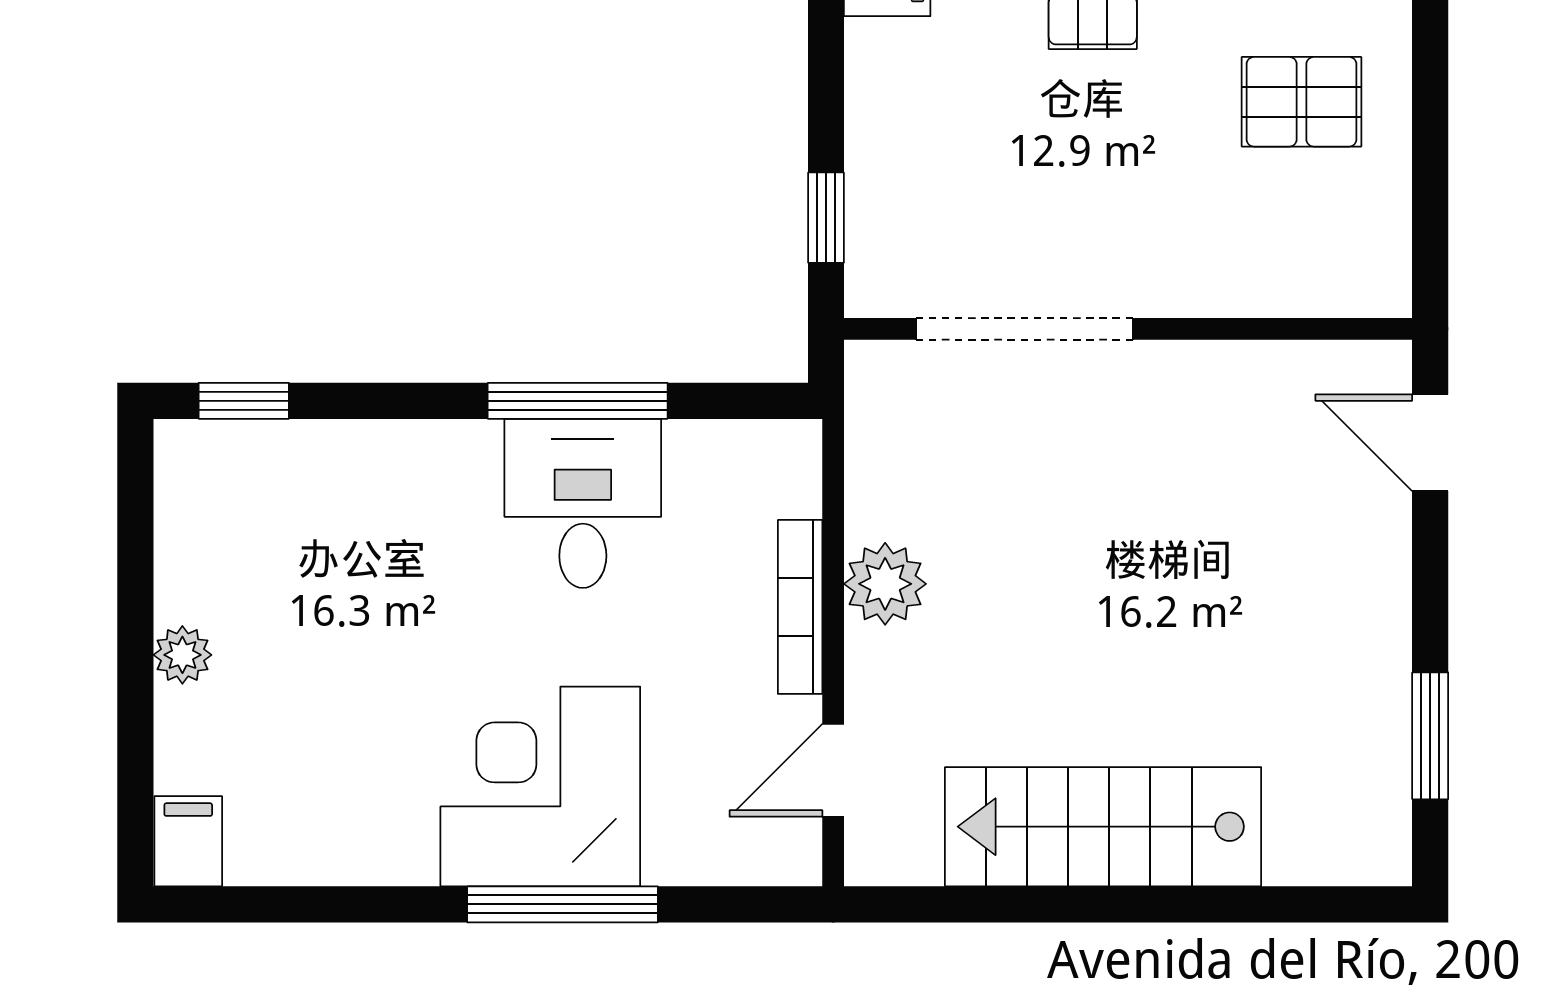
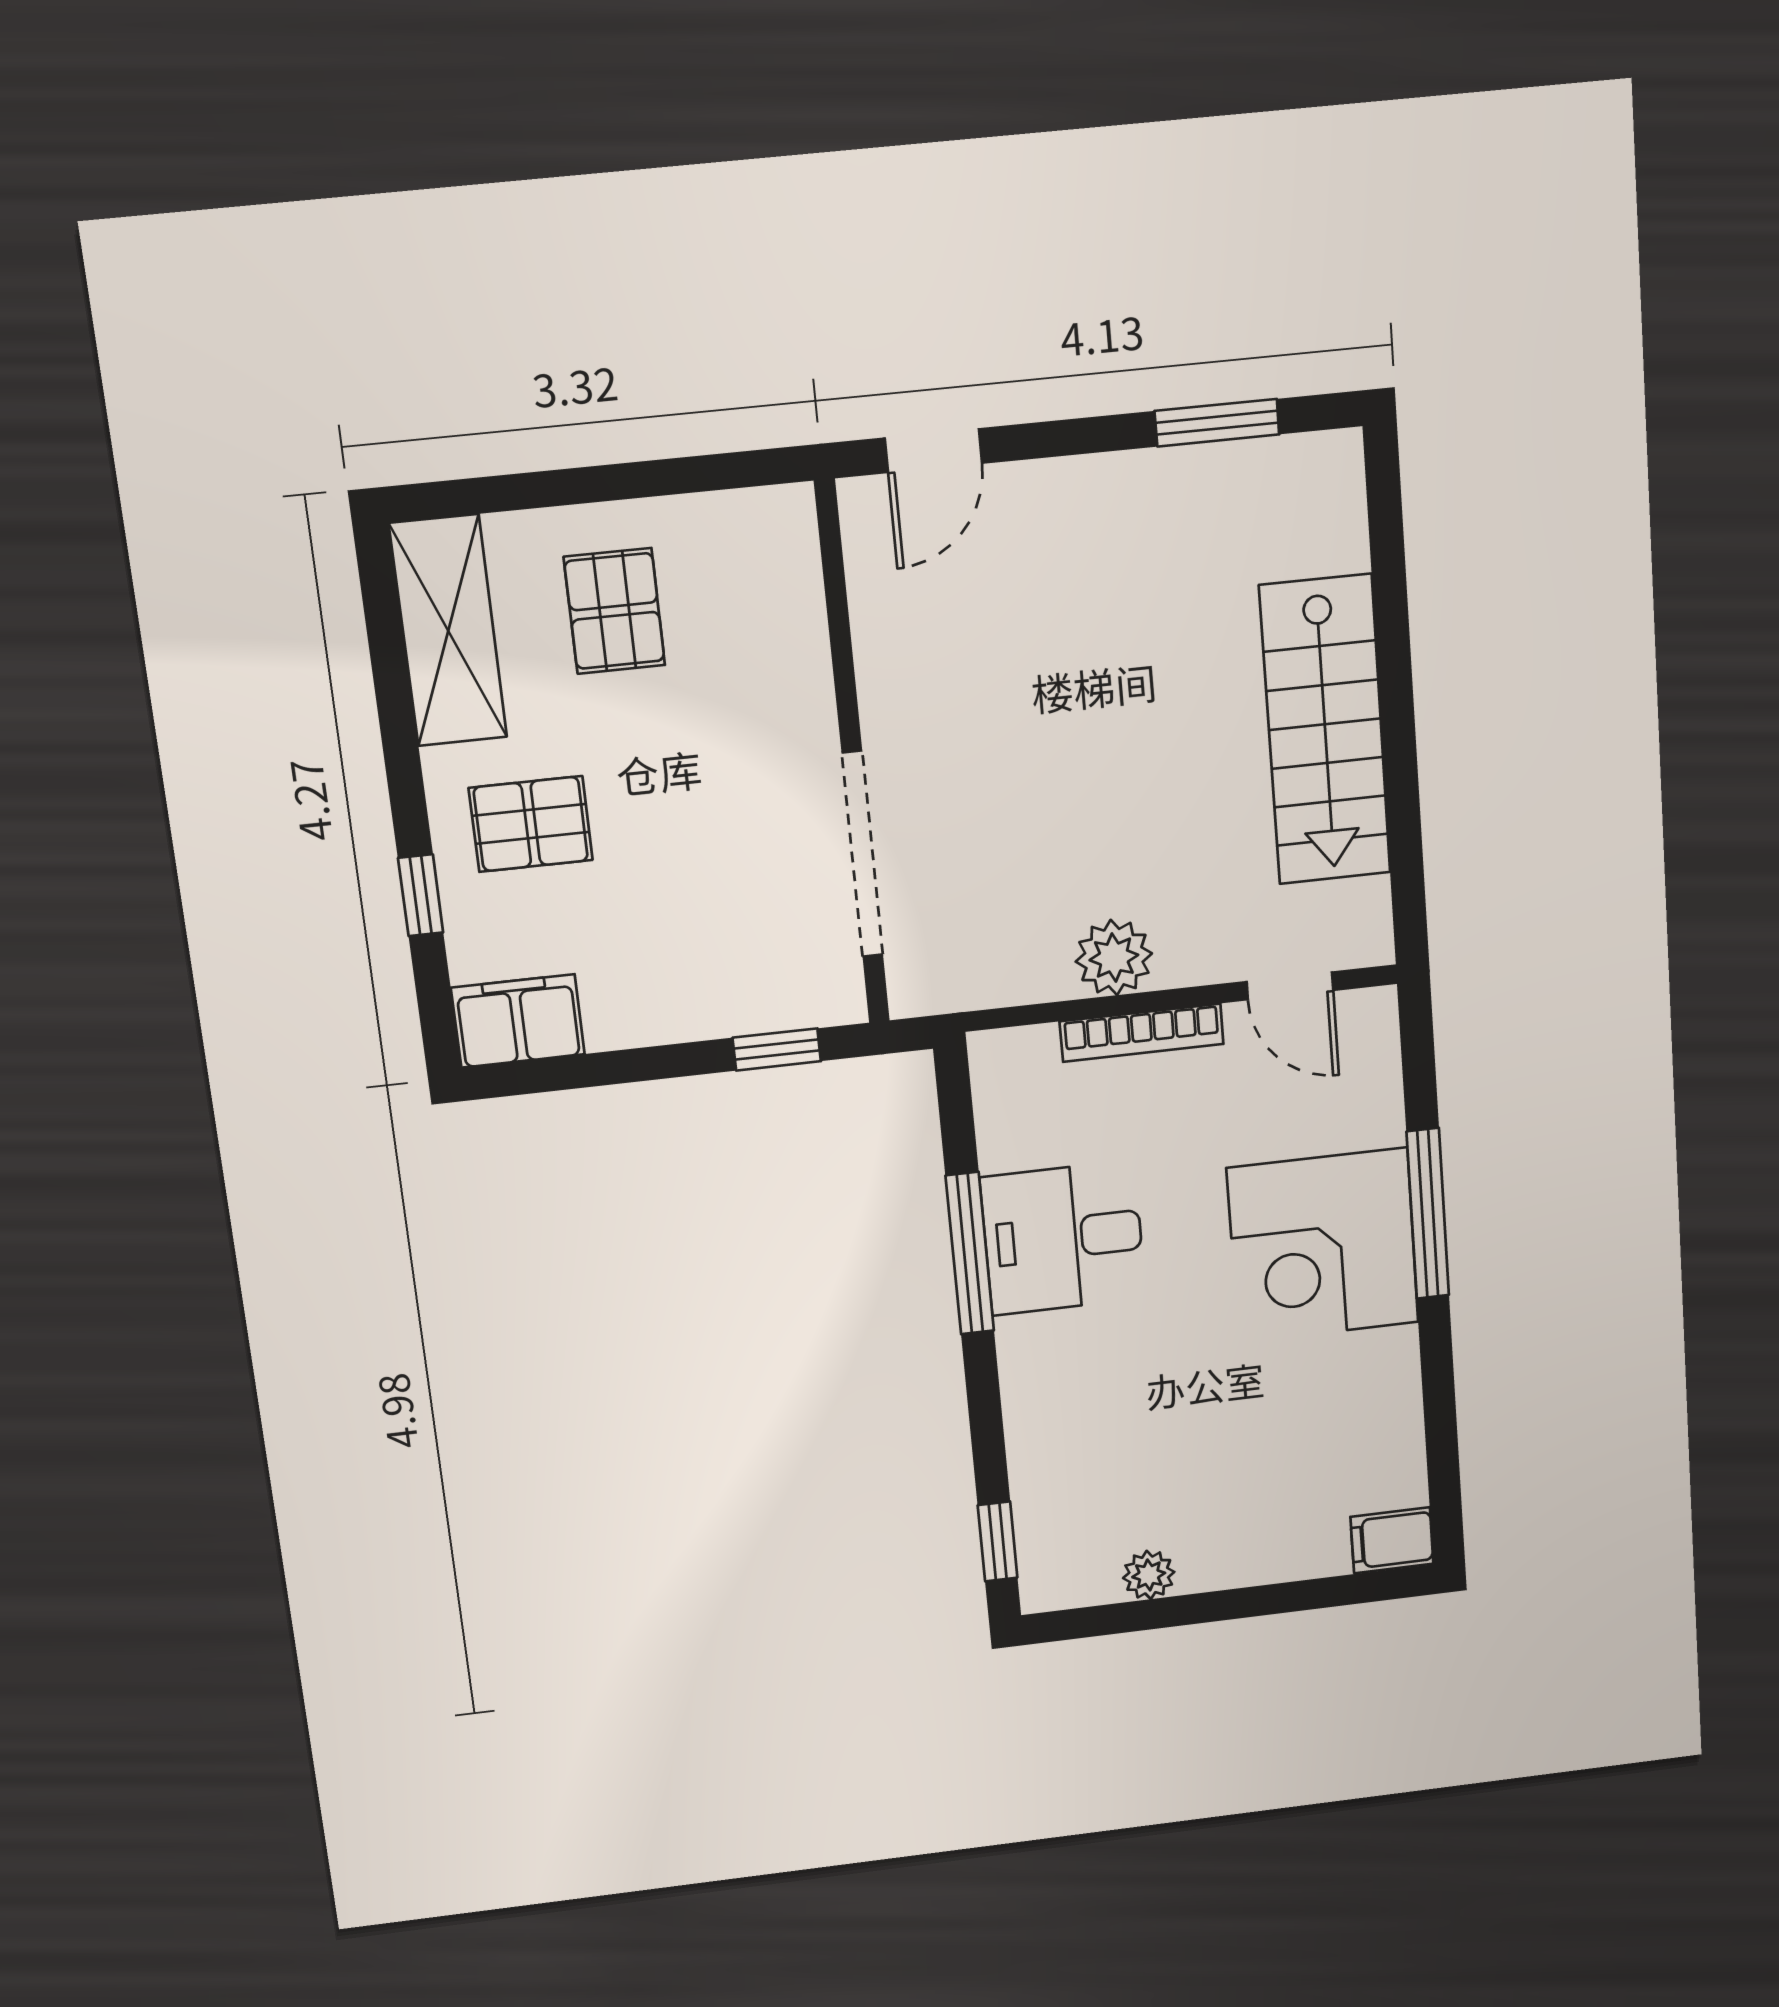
plant: (182, 655) -> (1149, 1575), moved

